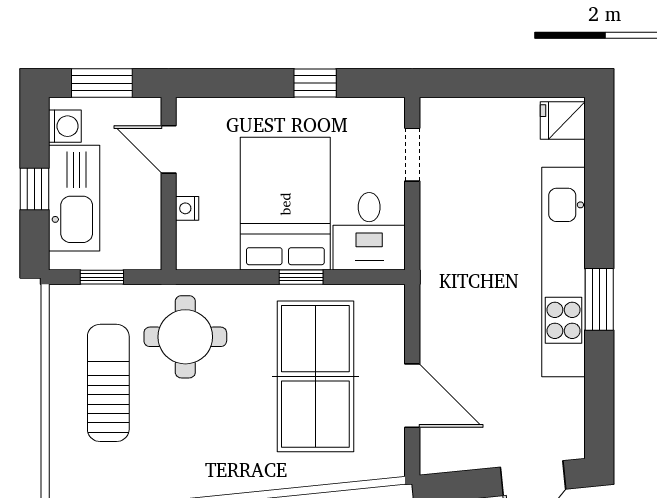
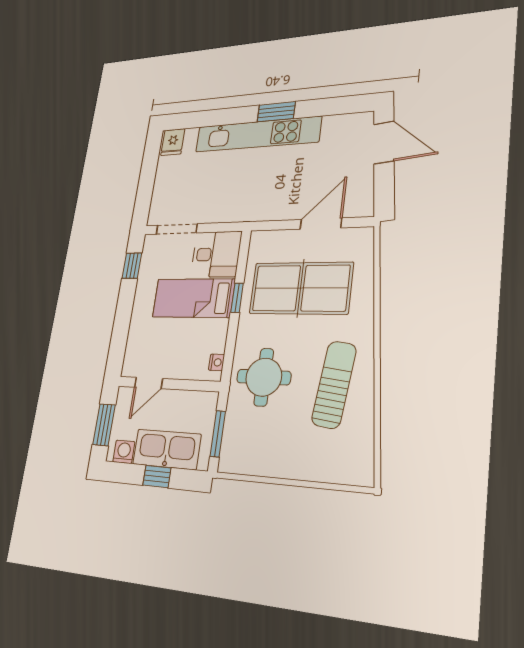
window: (315, 83) -> (132, 266), moved
doorway: (412, 155) -> (177, 229), width x1.38
bed: (285, 204) -> (193, 298), width x0.67
nightstand: (187, 208) -> (217, 362), moved, turned -90
window: (102, 277) -> (218, 434), width x1.50
sun lounger: (108, 383) -> (334, 385), moved, turned 97

